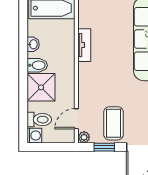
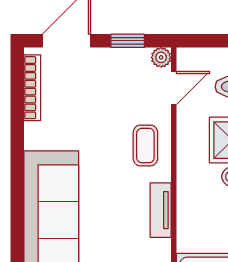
coffee table: (113, 123) -> (145, 145), moved, width x0.73, depth x0.77

